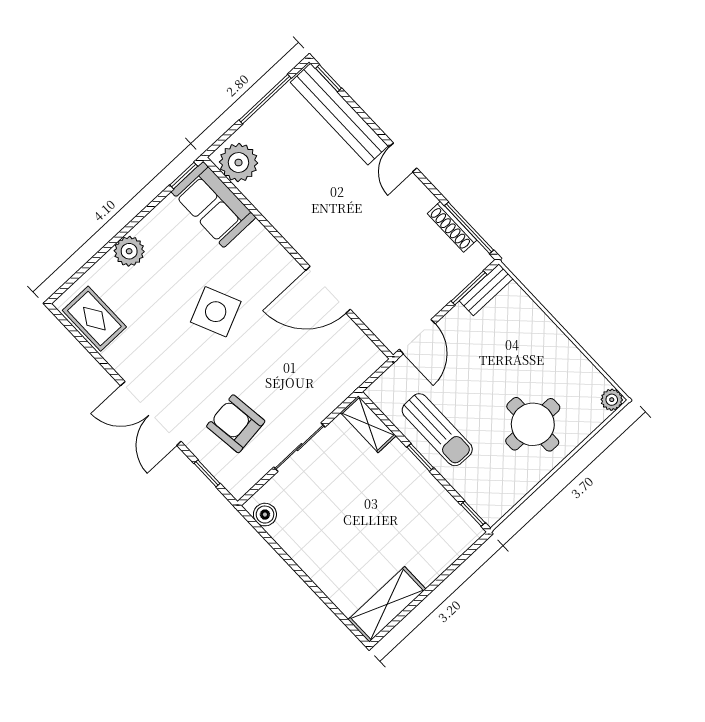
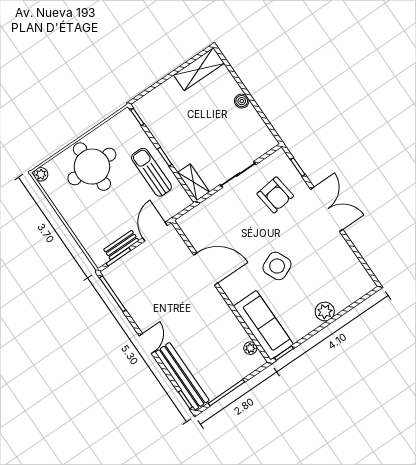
plant: (239, 163) -> (250, 348), width x0.53, depth x0.53
sofa: (213, 204) -> (263, 325), width x1.36
shoe rack: (452, 227) -> (123, 296), removed
bench: (486, 290) -> (121, 245), moved
rug: (94, 319) -> (353, 273), removed
round table: (533, 424) -> (92, 167), width x1.36, depth x1.36
boiler: (265, 515) -> (242, 101), moved

